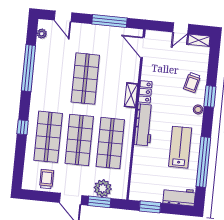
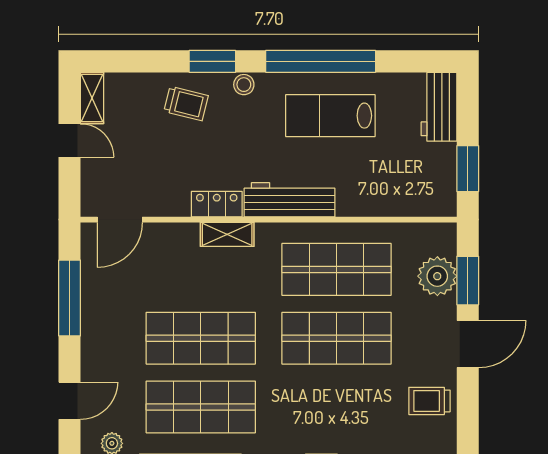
shop shelf: (48, 137) -> (201, 407), moved
window: (203, 162) -> (321, 61), moved

